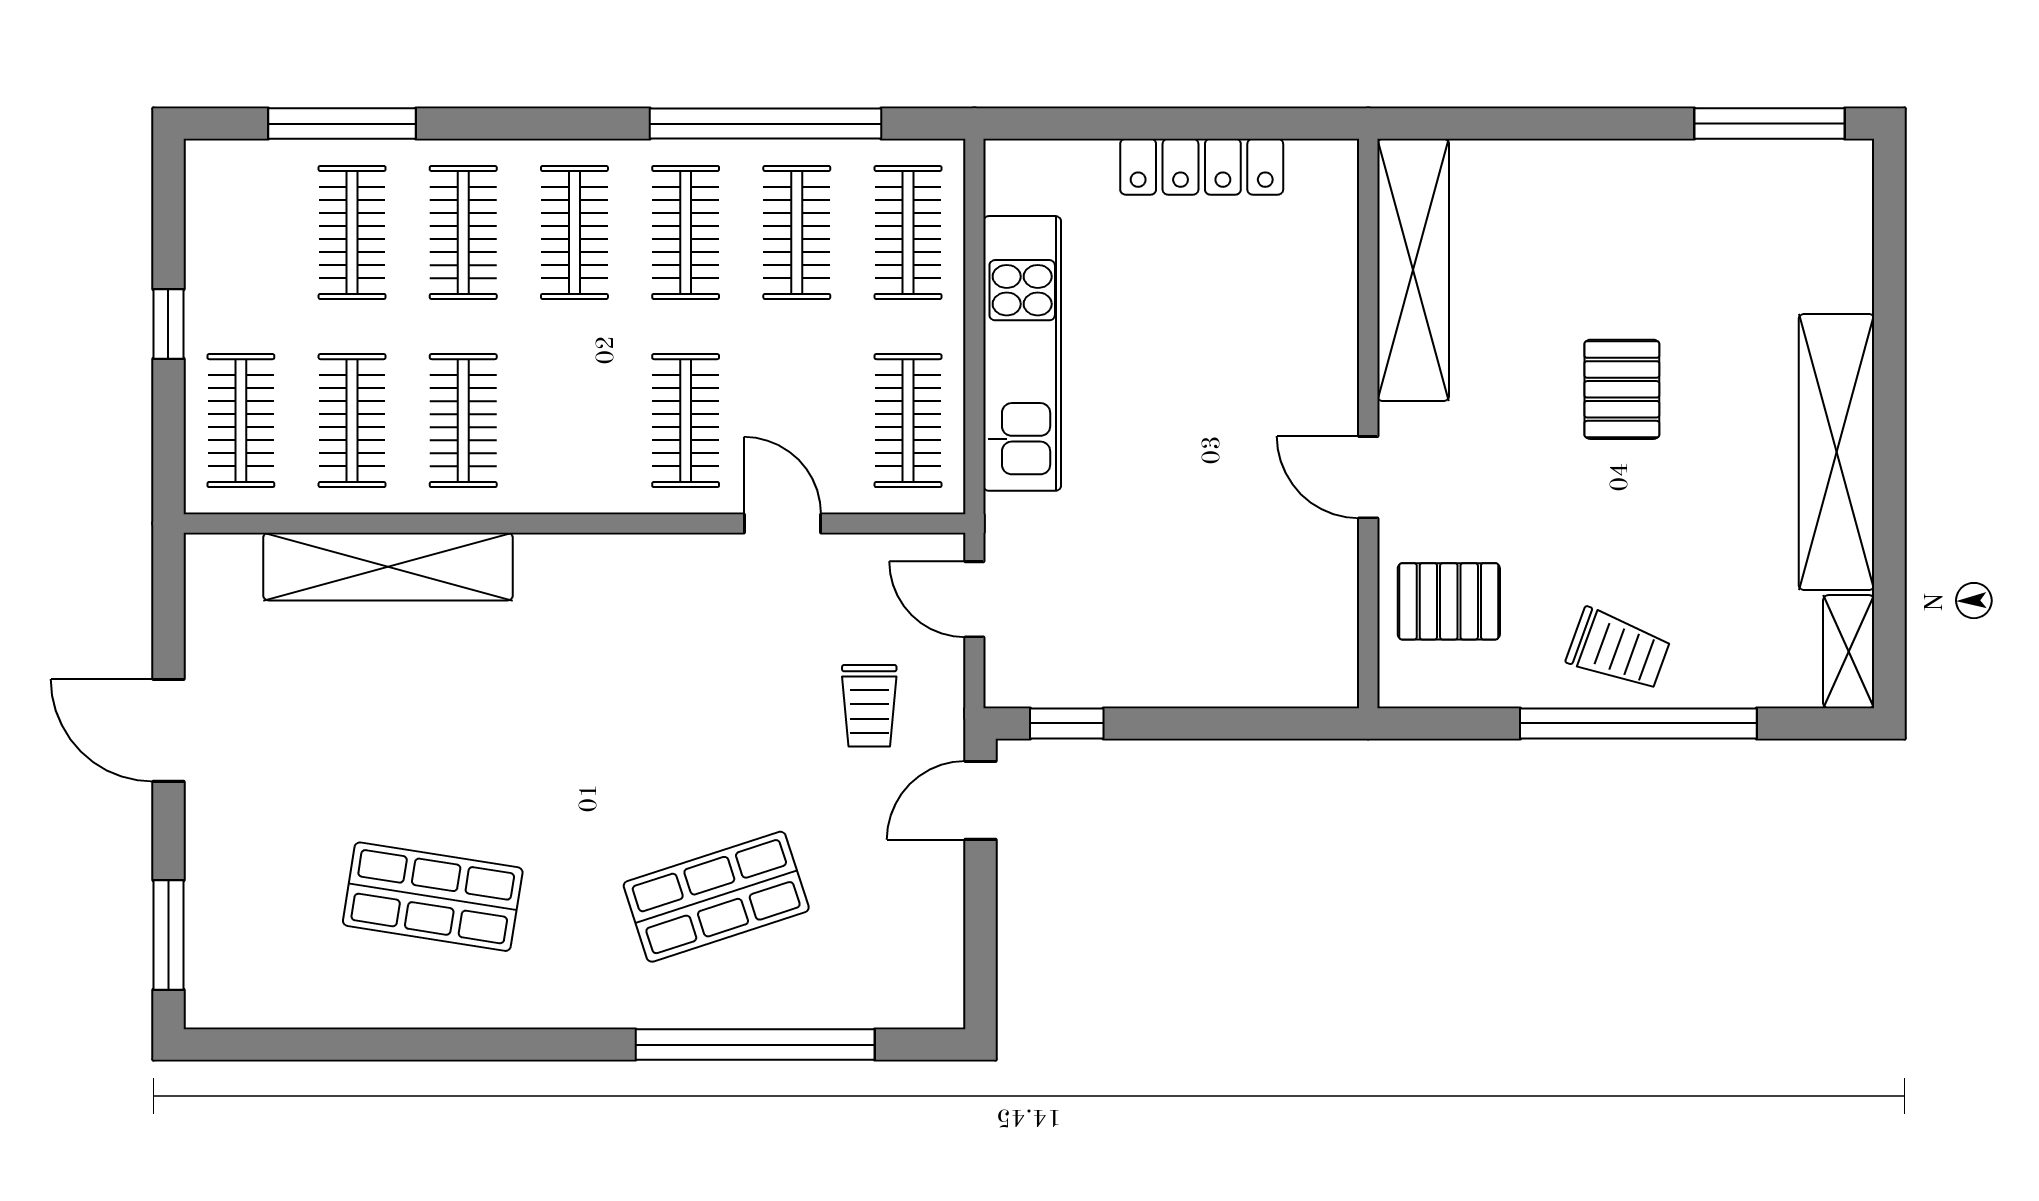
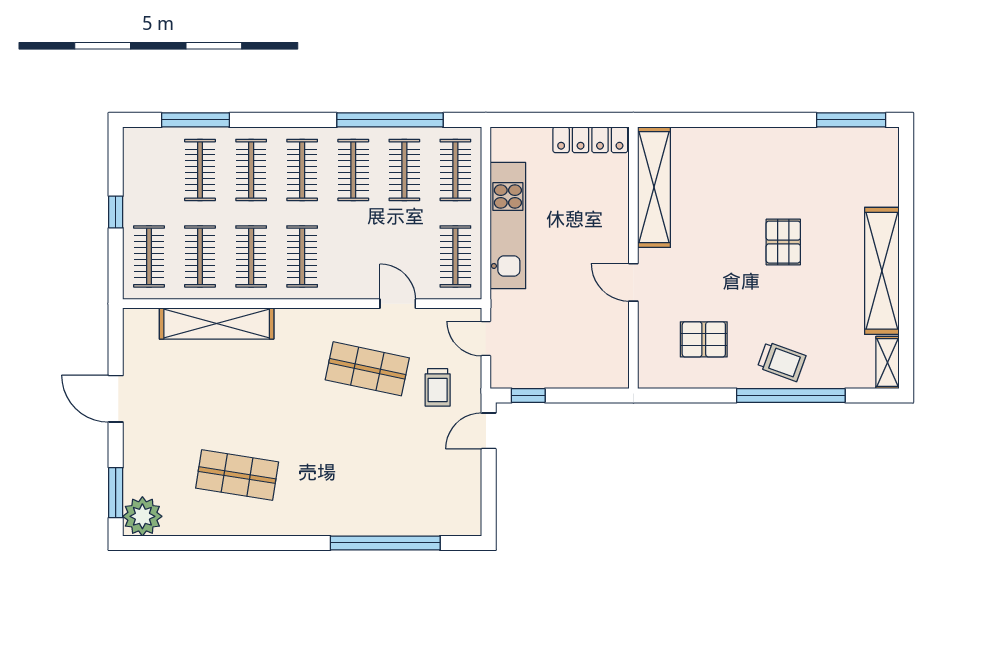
shelving: (1413, 270) -> (654, 187), moved
clothes rail: (686, 421) -> (302, 256), moved
wall: (1368, 423) -> (633, 258), moved
door: (1368, 477) -> (633, 282), moved
shop shelf: (716, 897) -> (367, 369), moved, turned 30
plant: (227, 986) -> (142, 516), added

